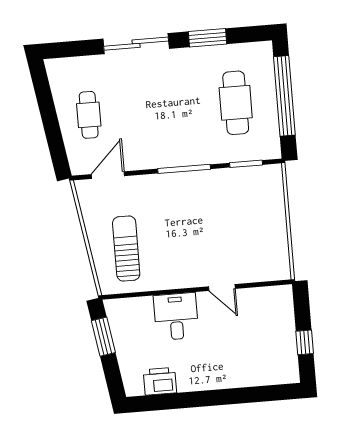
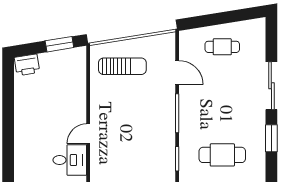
door: (108, 175) -> (177, 73), moved
desk: (176, 316) -> (70, 160), moved
printer: (160, 381) -> (27, 65), moved, turned 81

